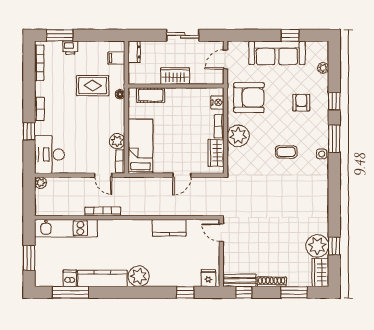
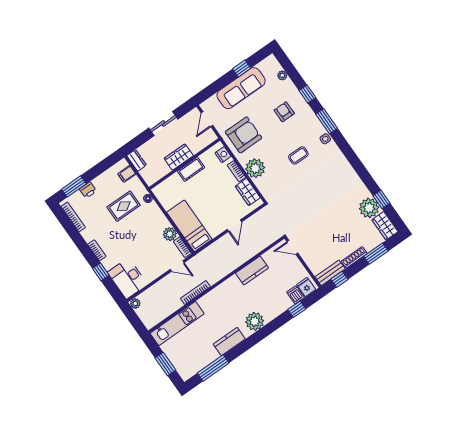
cot: (151, 95) -> (191, 169), moved
dishwasher: (70, 278) -> (296, 295), moved
kitchen counter: (102, 278) -> (229, 342), width x0.67

